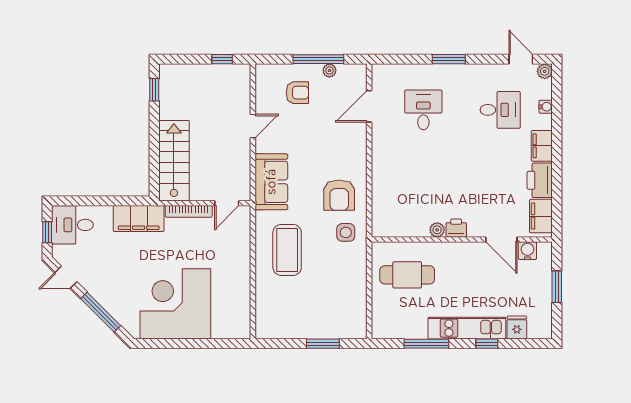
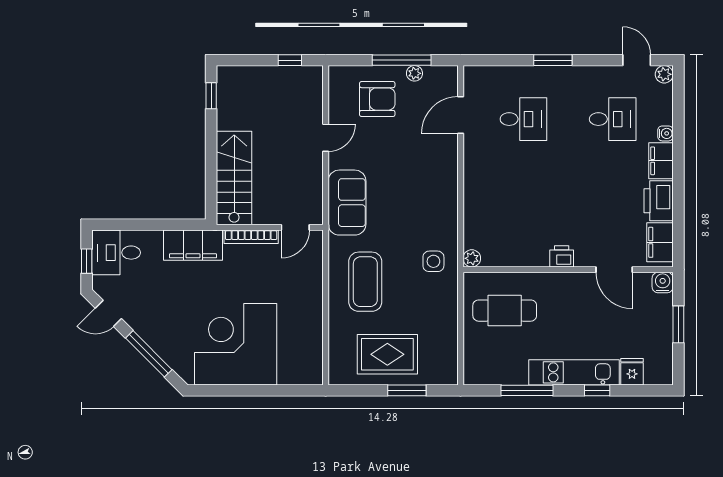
armchair: (297, 93) -> (377, 99), width x1.38, depth x1.38
water cooler: (546, 107) -> (665, 133), moved
desk: (423, 110) -> (523, 119), turned 90
armchair: (339, 195) -> (426, 218), removed
plant: (437, 230) -> (472, 258), moved
water cooler: (527, 251) -> (663, 283), moved
rug: (306, 313) -> (387, 354), added

